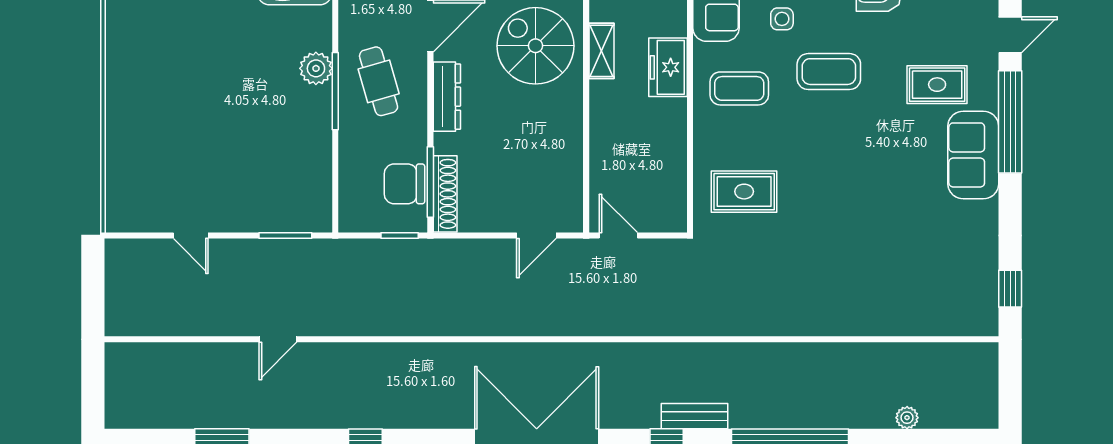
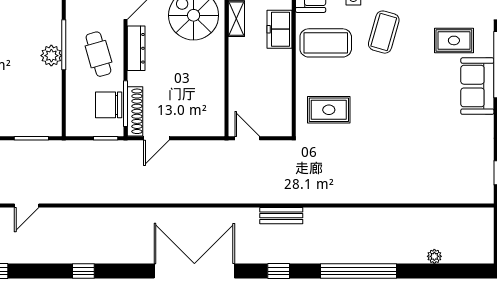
plant: (316, 68) -> (51, 56), moved
coffee table: (829, 72) -> (384, 32), turned -74
cafe table: (379, 81) -> (98, 54), moved
coffee table: (739, 88) -> (326, 43), width x1.36, depth x1.32
door: (536, 236) -> (156, 138), moved
bench: (694, 416) -> (281, 216), moved

